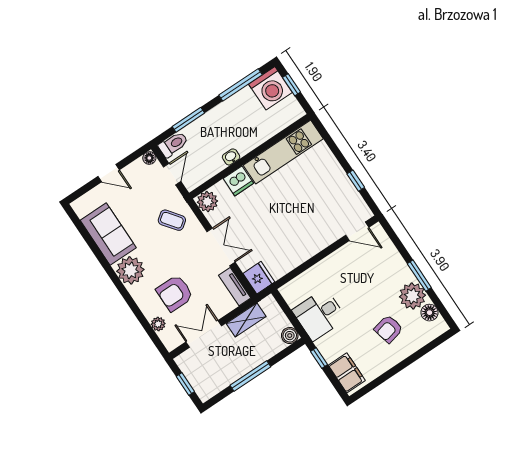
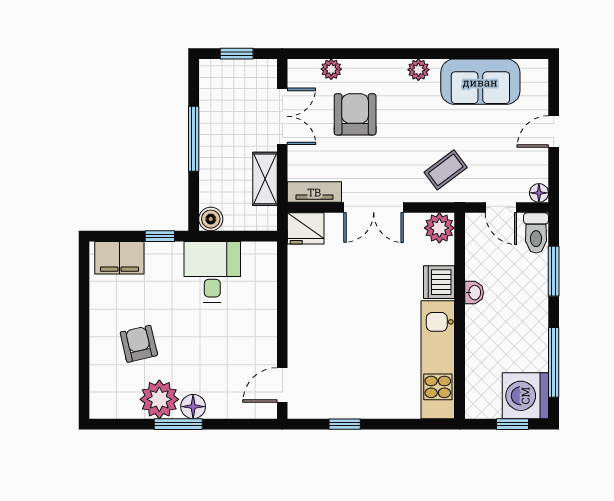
plant: (130, 270) -> (418, 70), width x0.53, depth x0.53
floor lamp: (430, 313) -> (193, 407), moved

